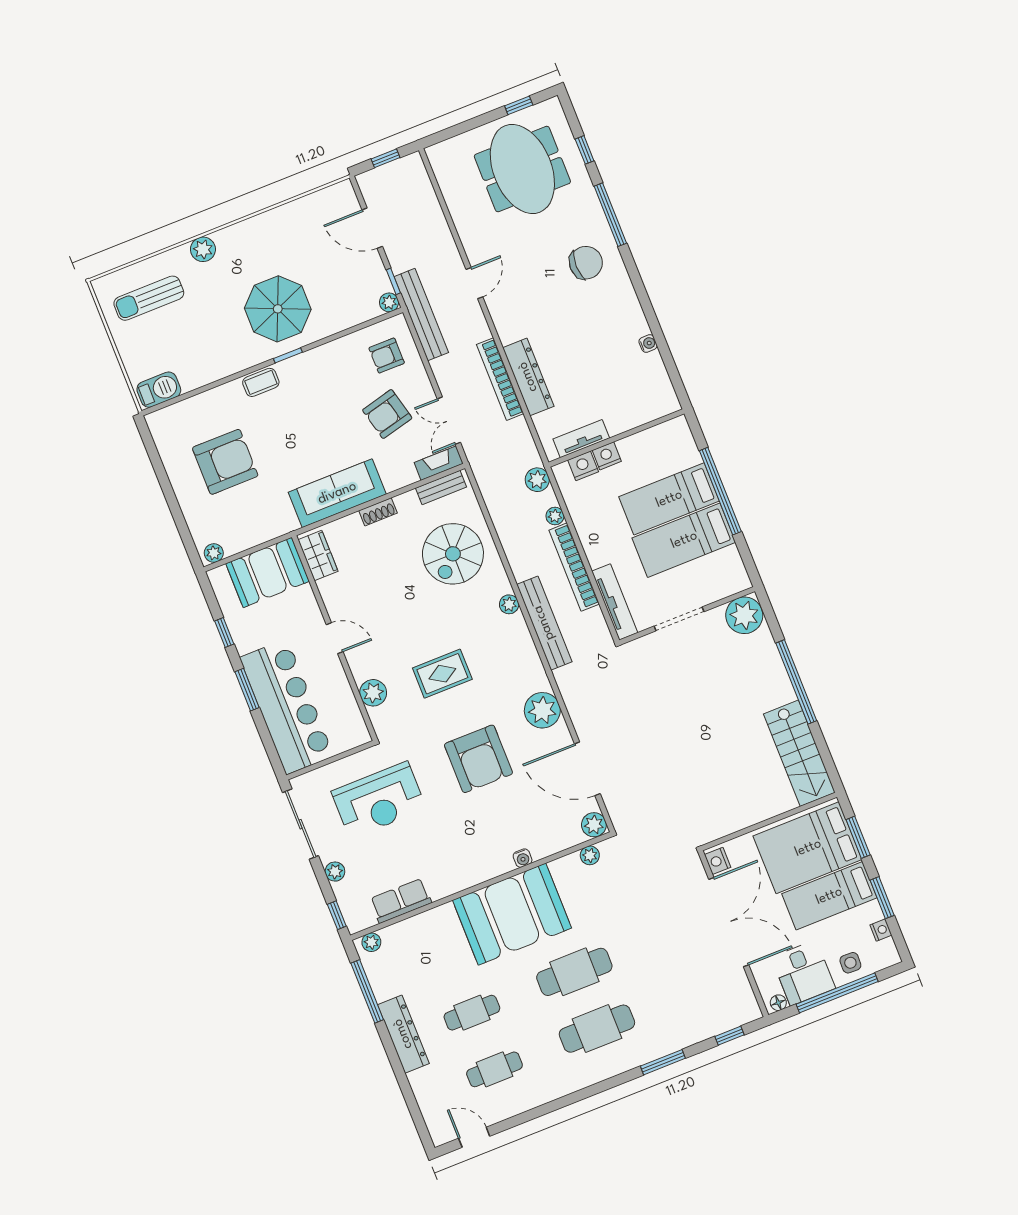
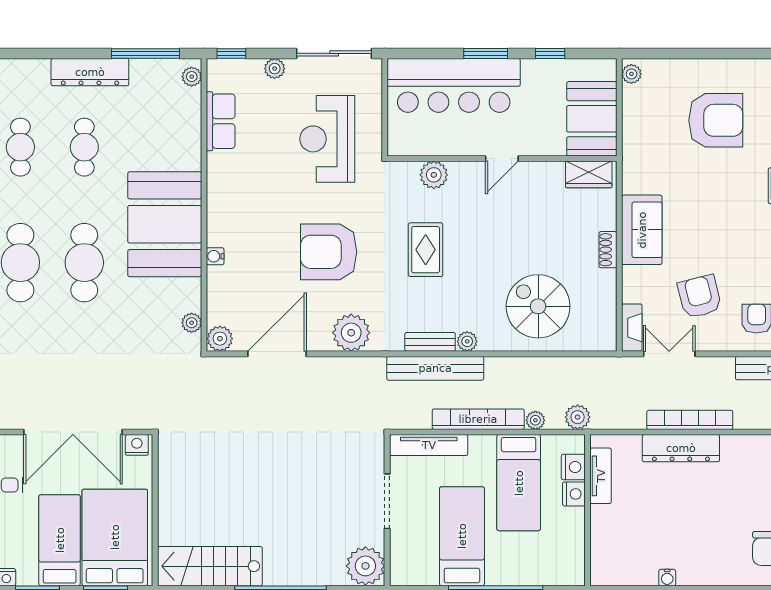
armchair: (225, 462) -> (716, 120), turned -90
bench: (441, 487) -> (430, 342), moved, turned 90
sofa: (337, 493) -> (642, 230), width x0.73
bed: (669, 499) -> (519, 483), moved, turned 180

